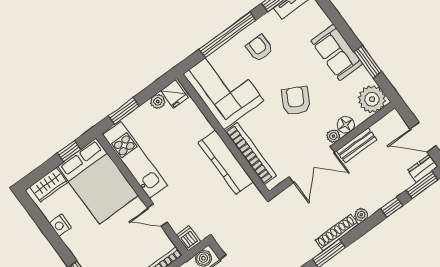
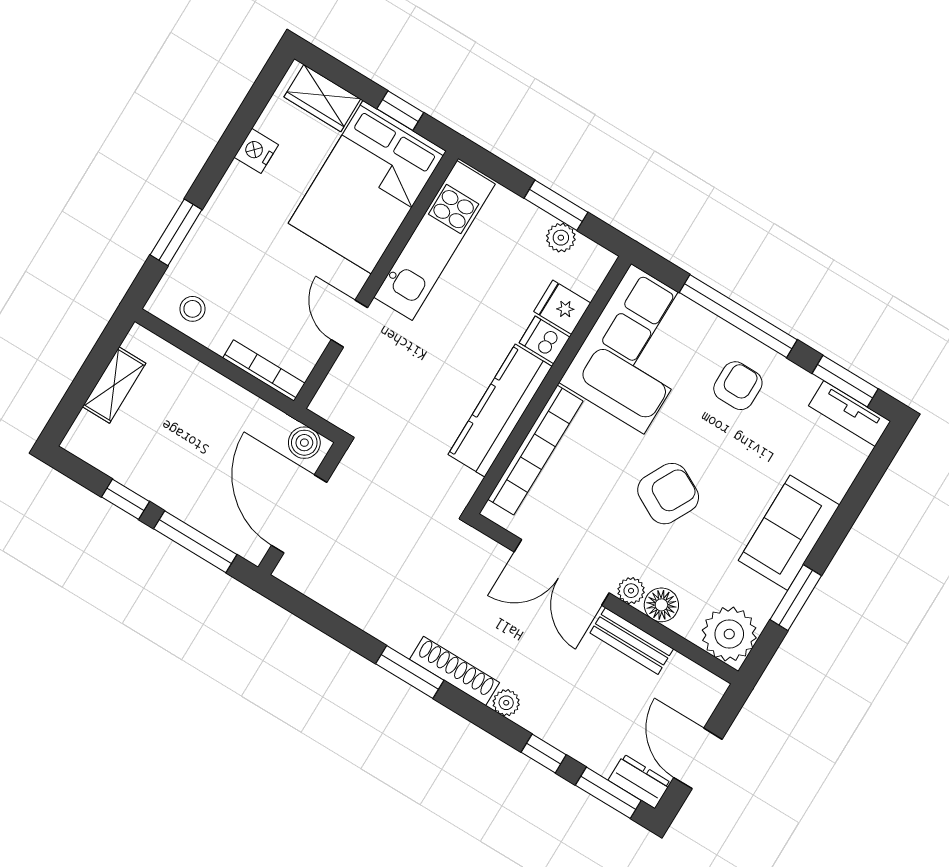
fridge: (174, 94) -> (562, 307), moved, turned 90
window: (124, 111) -> (556, 205), moved
dishwasher: (188, 238) -> (545, 340), moved, turned -90

